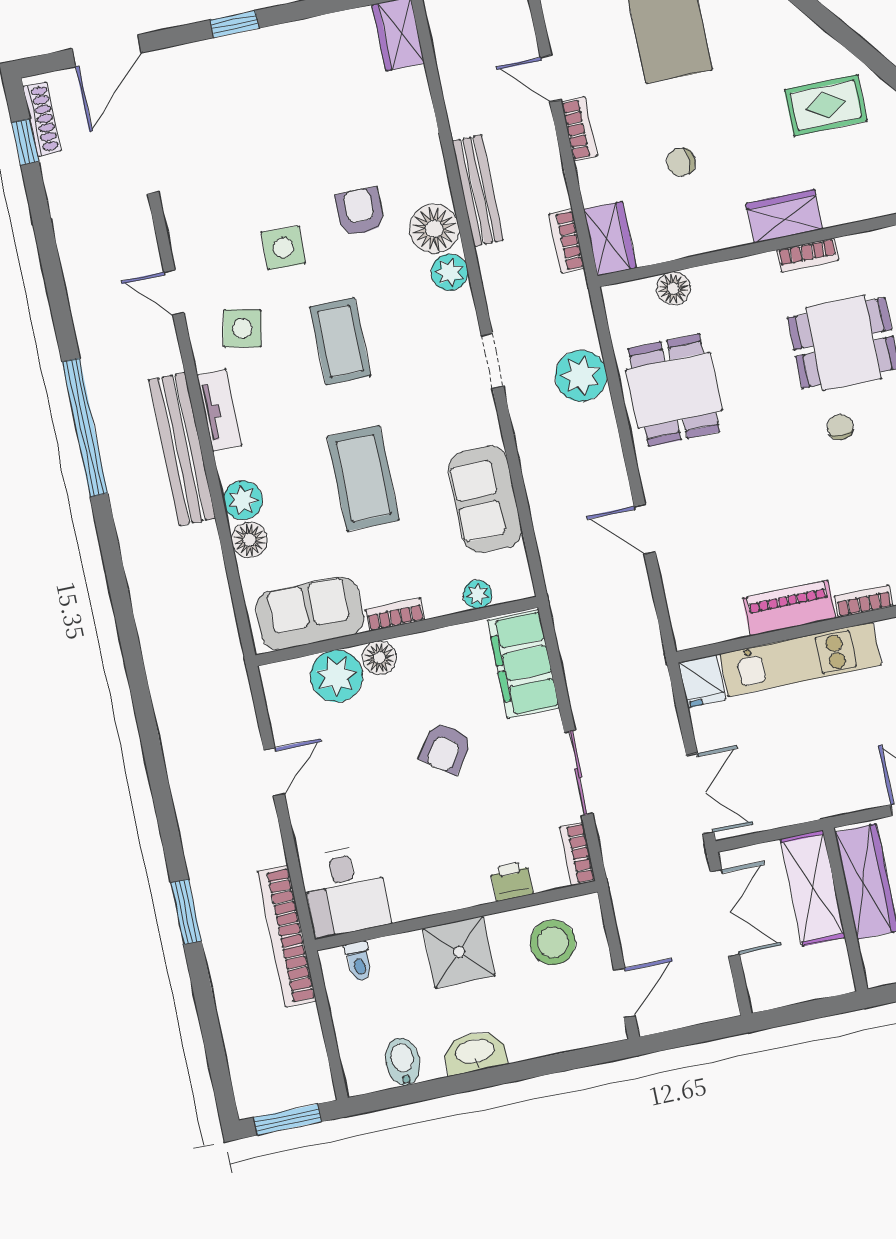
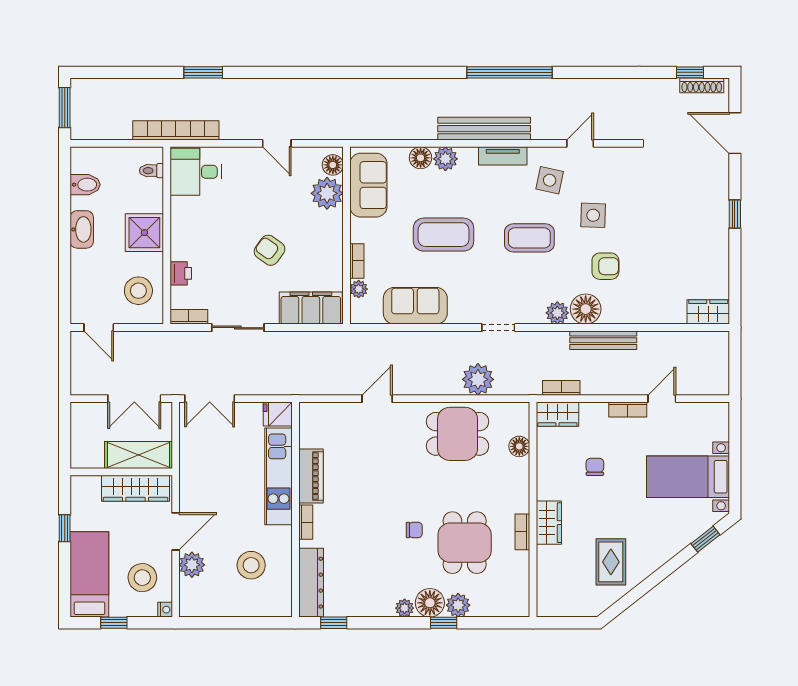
bookcase: (395, 615) -> (357, 261), moved
floor lamp: (379, 658) -> (333, 165), moved

